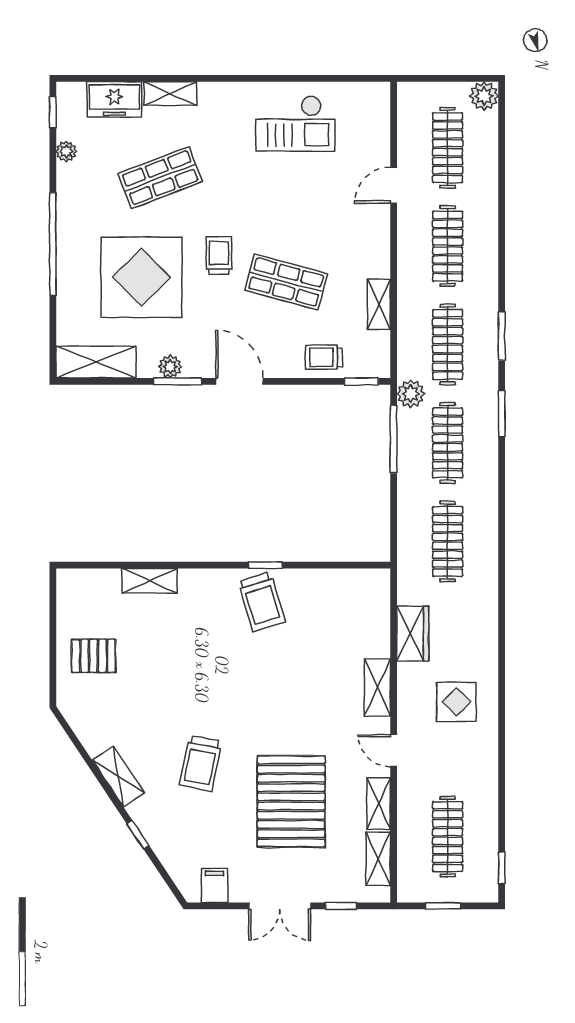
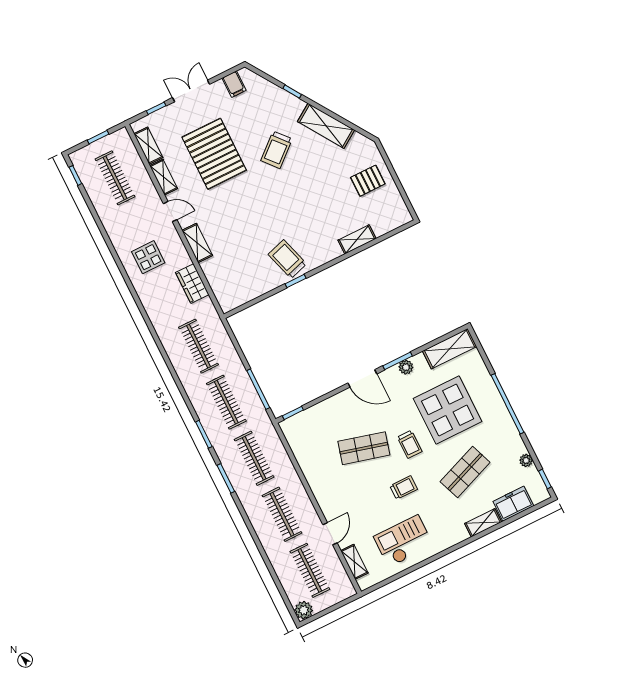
shelving: (379, 304) -> (354, 562), moved
trolley: (324, 357) -> (404, 488), moved
plant: (411, 394) -> (261, 420), removed
trolley: (201, 763) -> (276, 150), turned -142
shelving: (118, 776) -> (326, 126), width x1.50, depth x1.33

